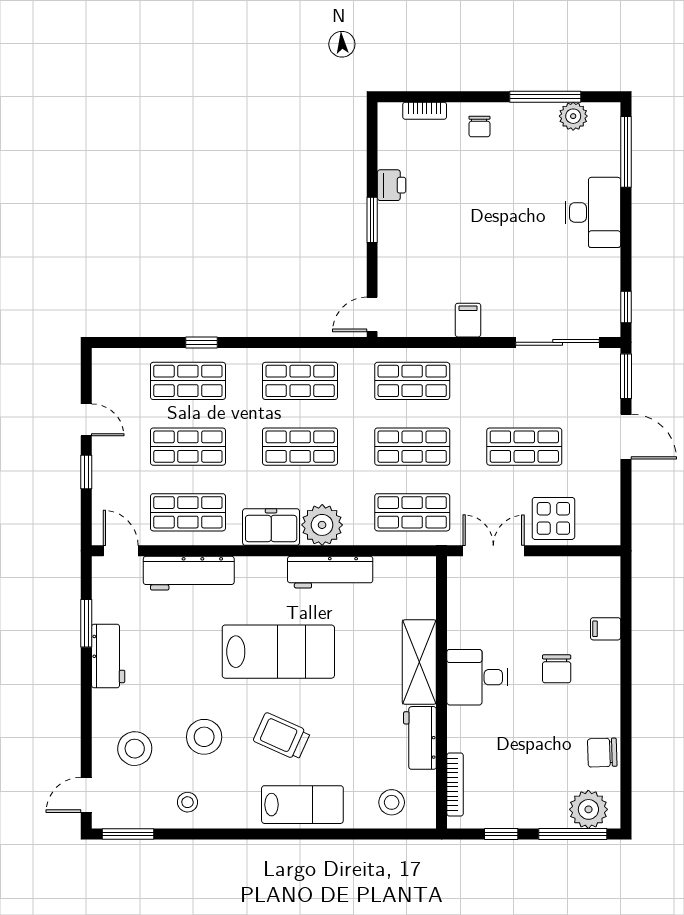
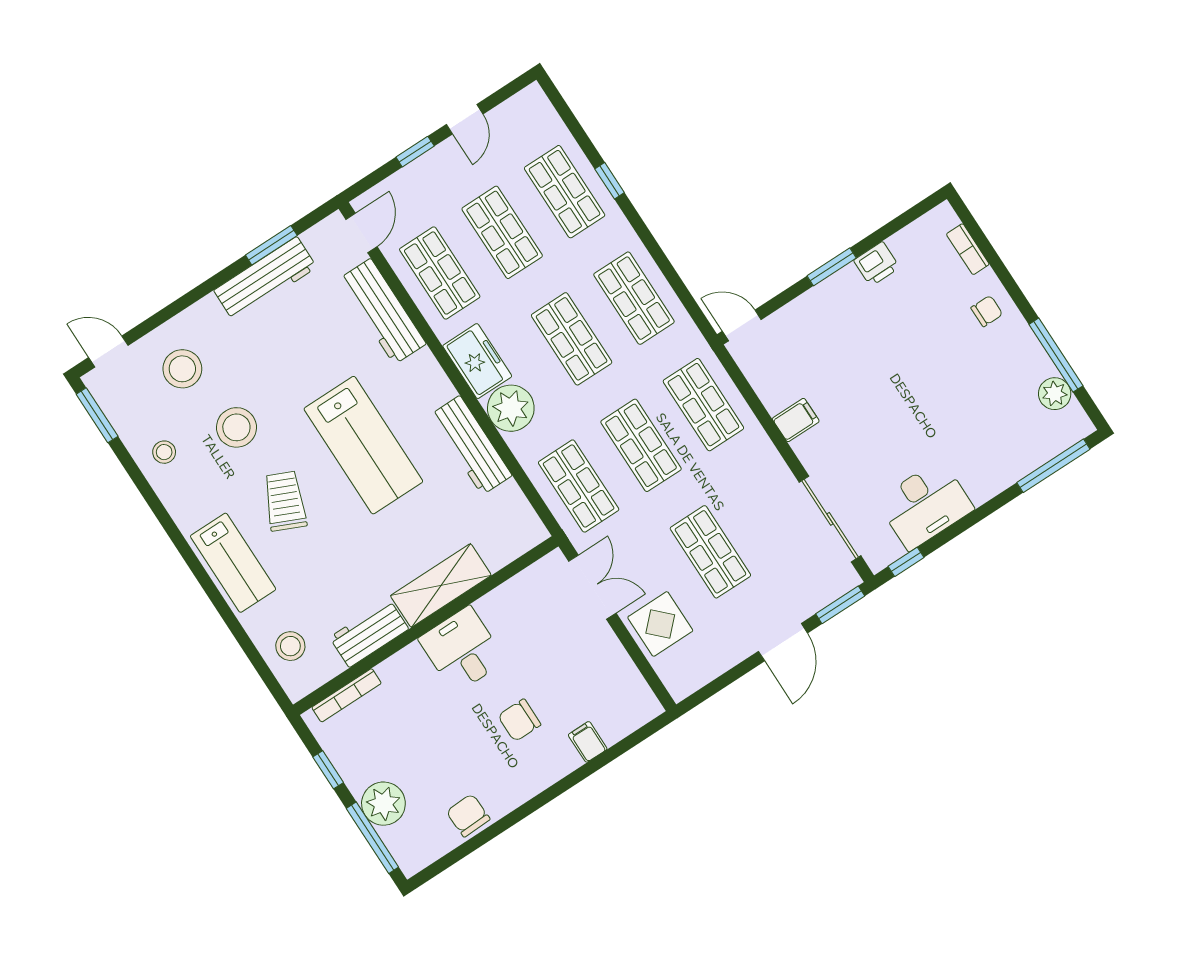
chair: (479, 126) -> (987, 311), turned 180
desk: (593, 212) -> (925, 505), moved
workbench: (108, 656) -> (265, 279), width x1.38
plant: (588, 809) -> (383, 804), moved

